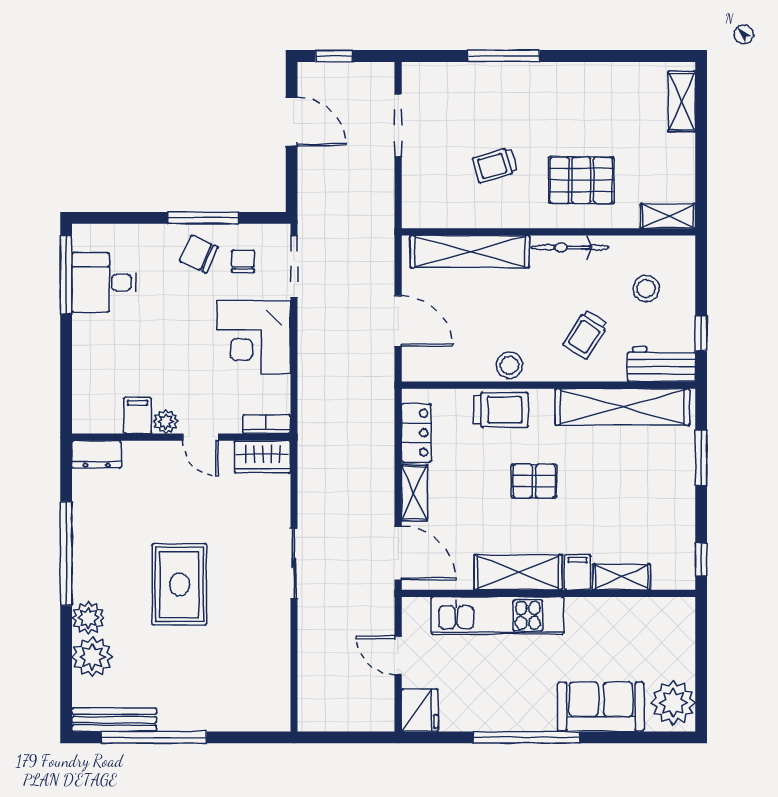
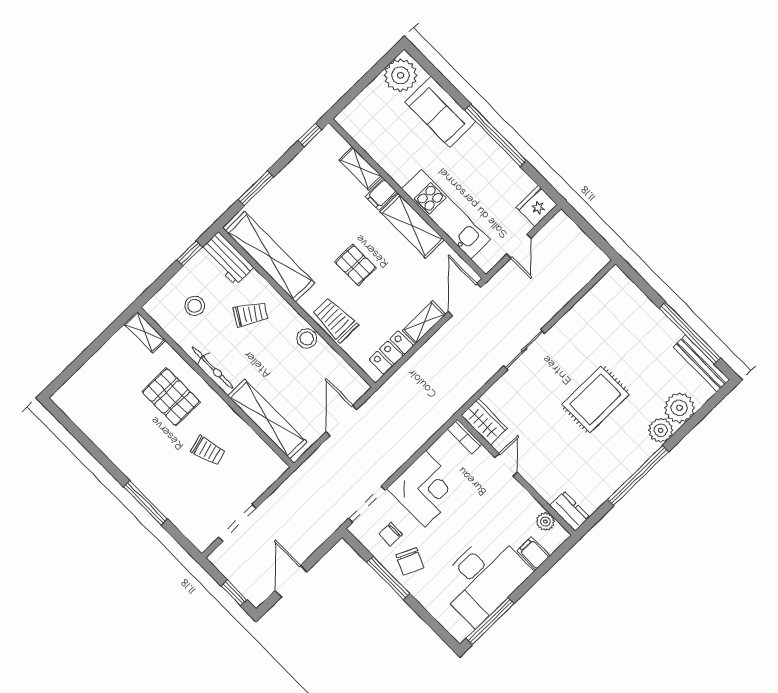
shelving: (682, 102) -> (77, 385), removed
desk: (104, 282) -> (483, 578), width x1.87, depth x1.30
filing cabinet: (138, 415) -> (533, 553), moved, turned 90
plant: (166, 422) -> (545, 521), moved

